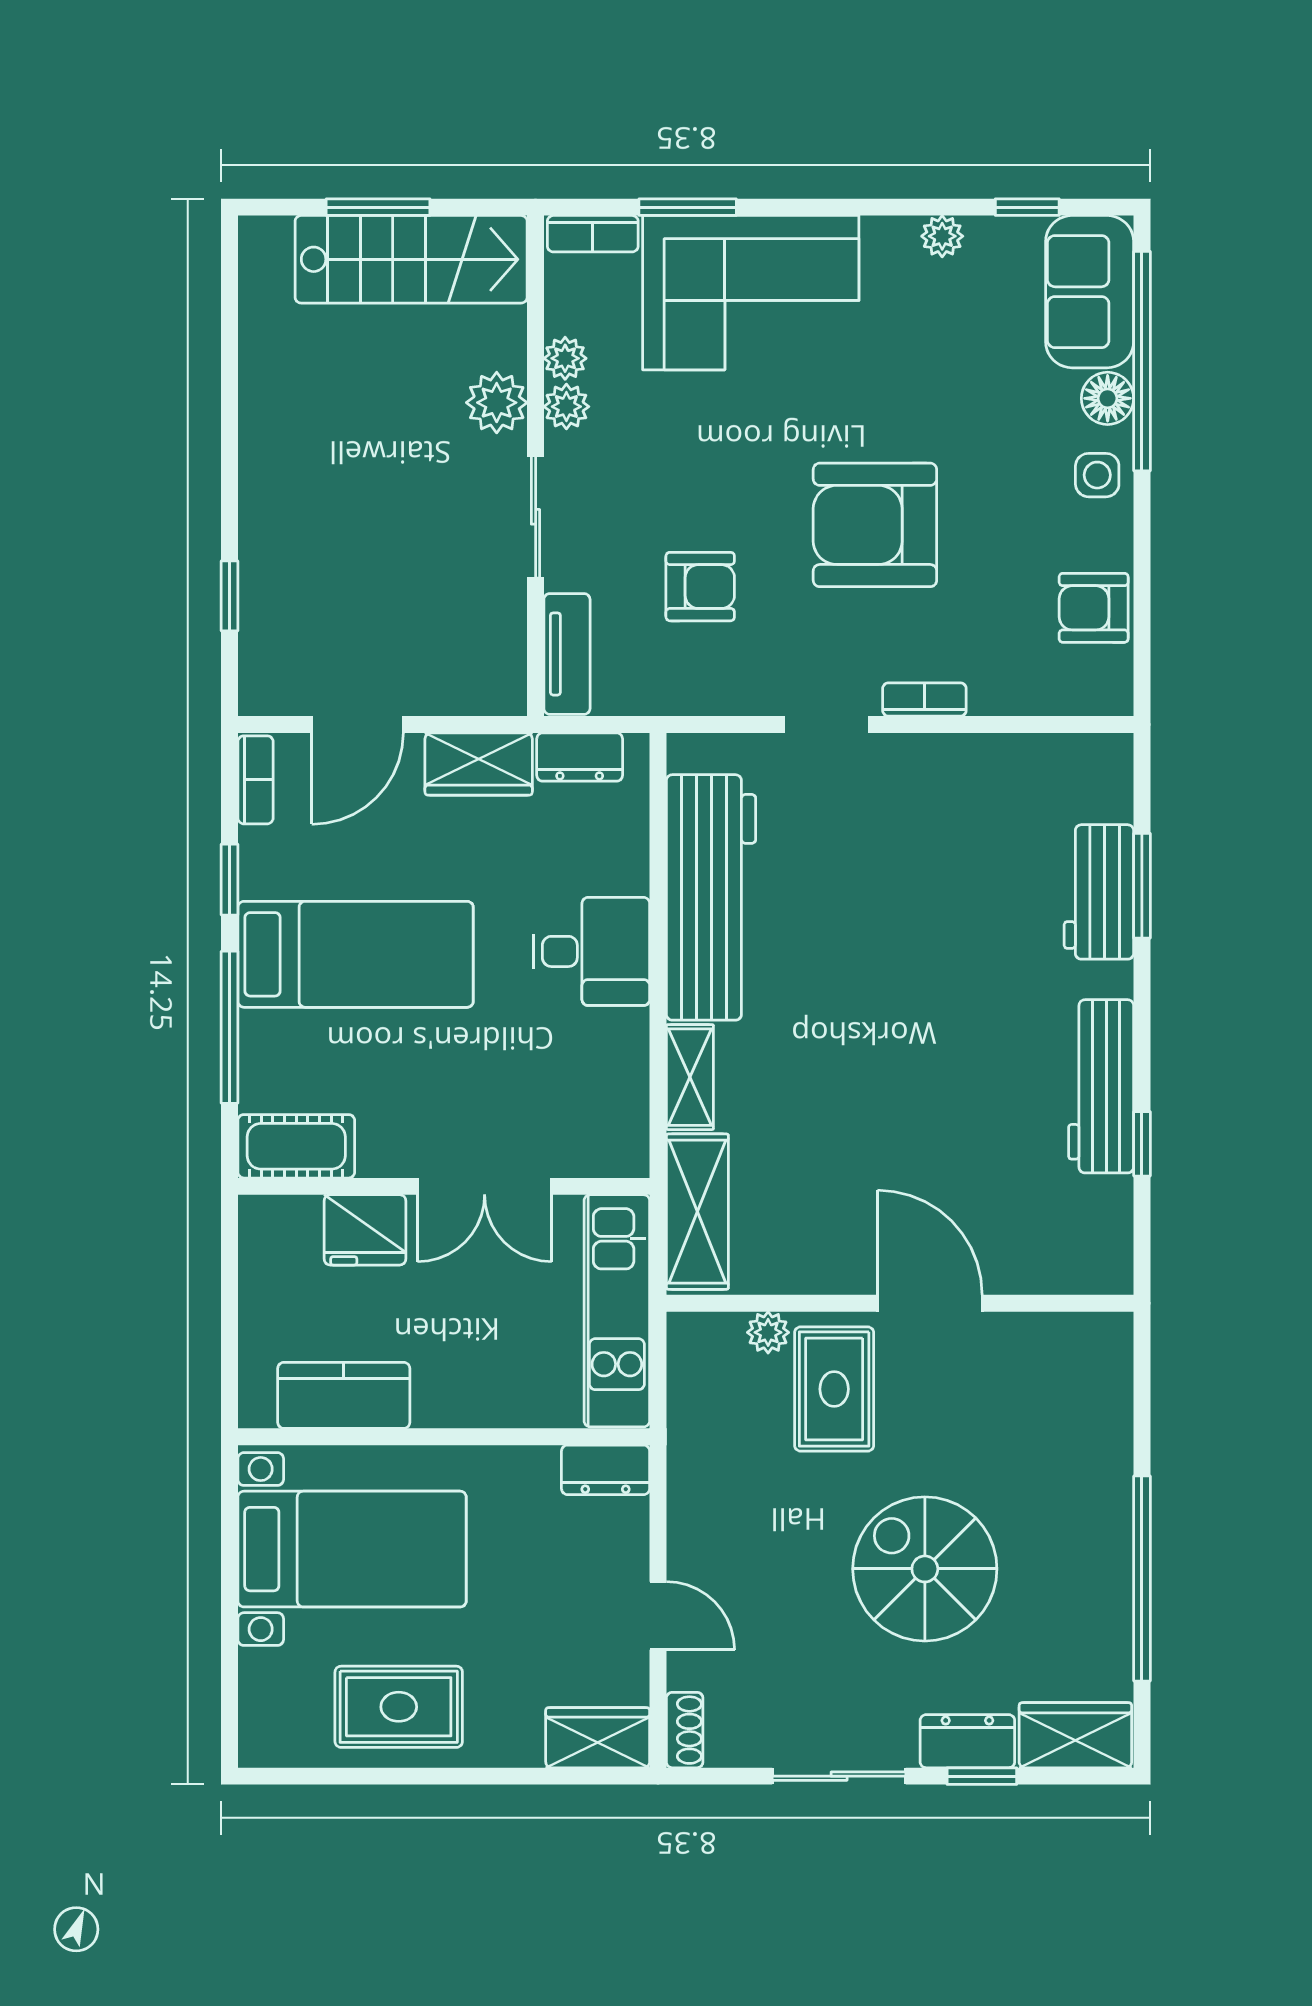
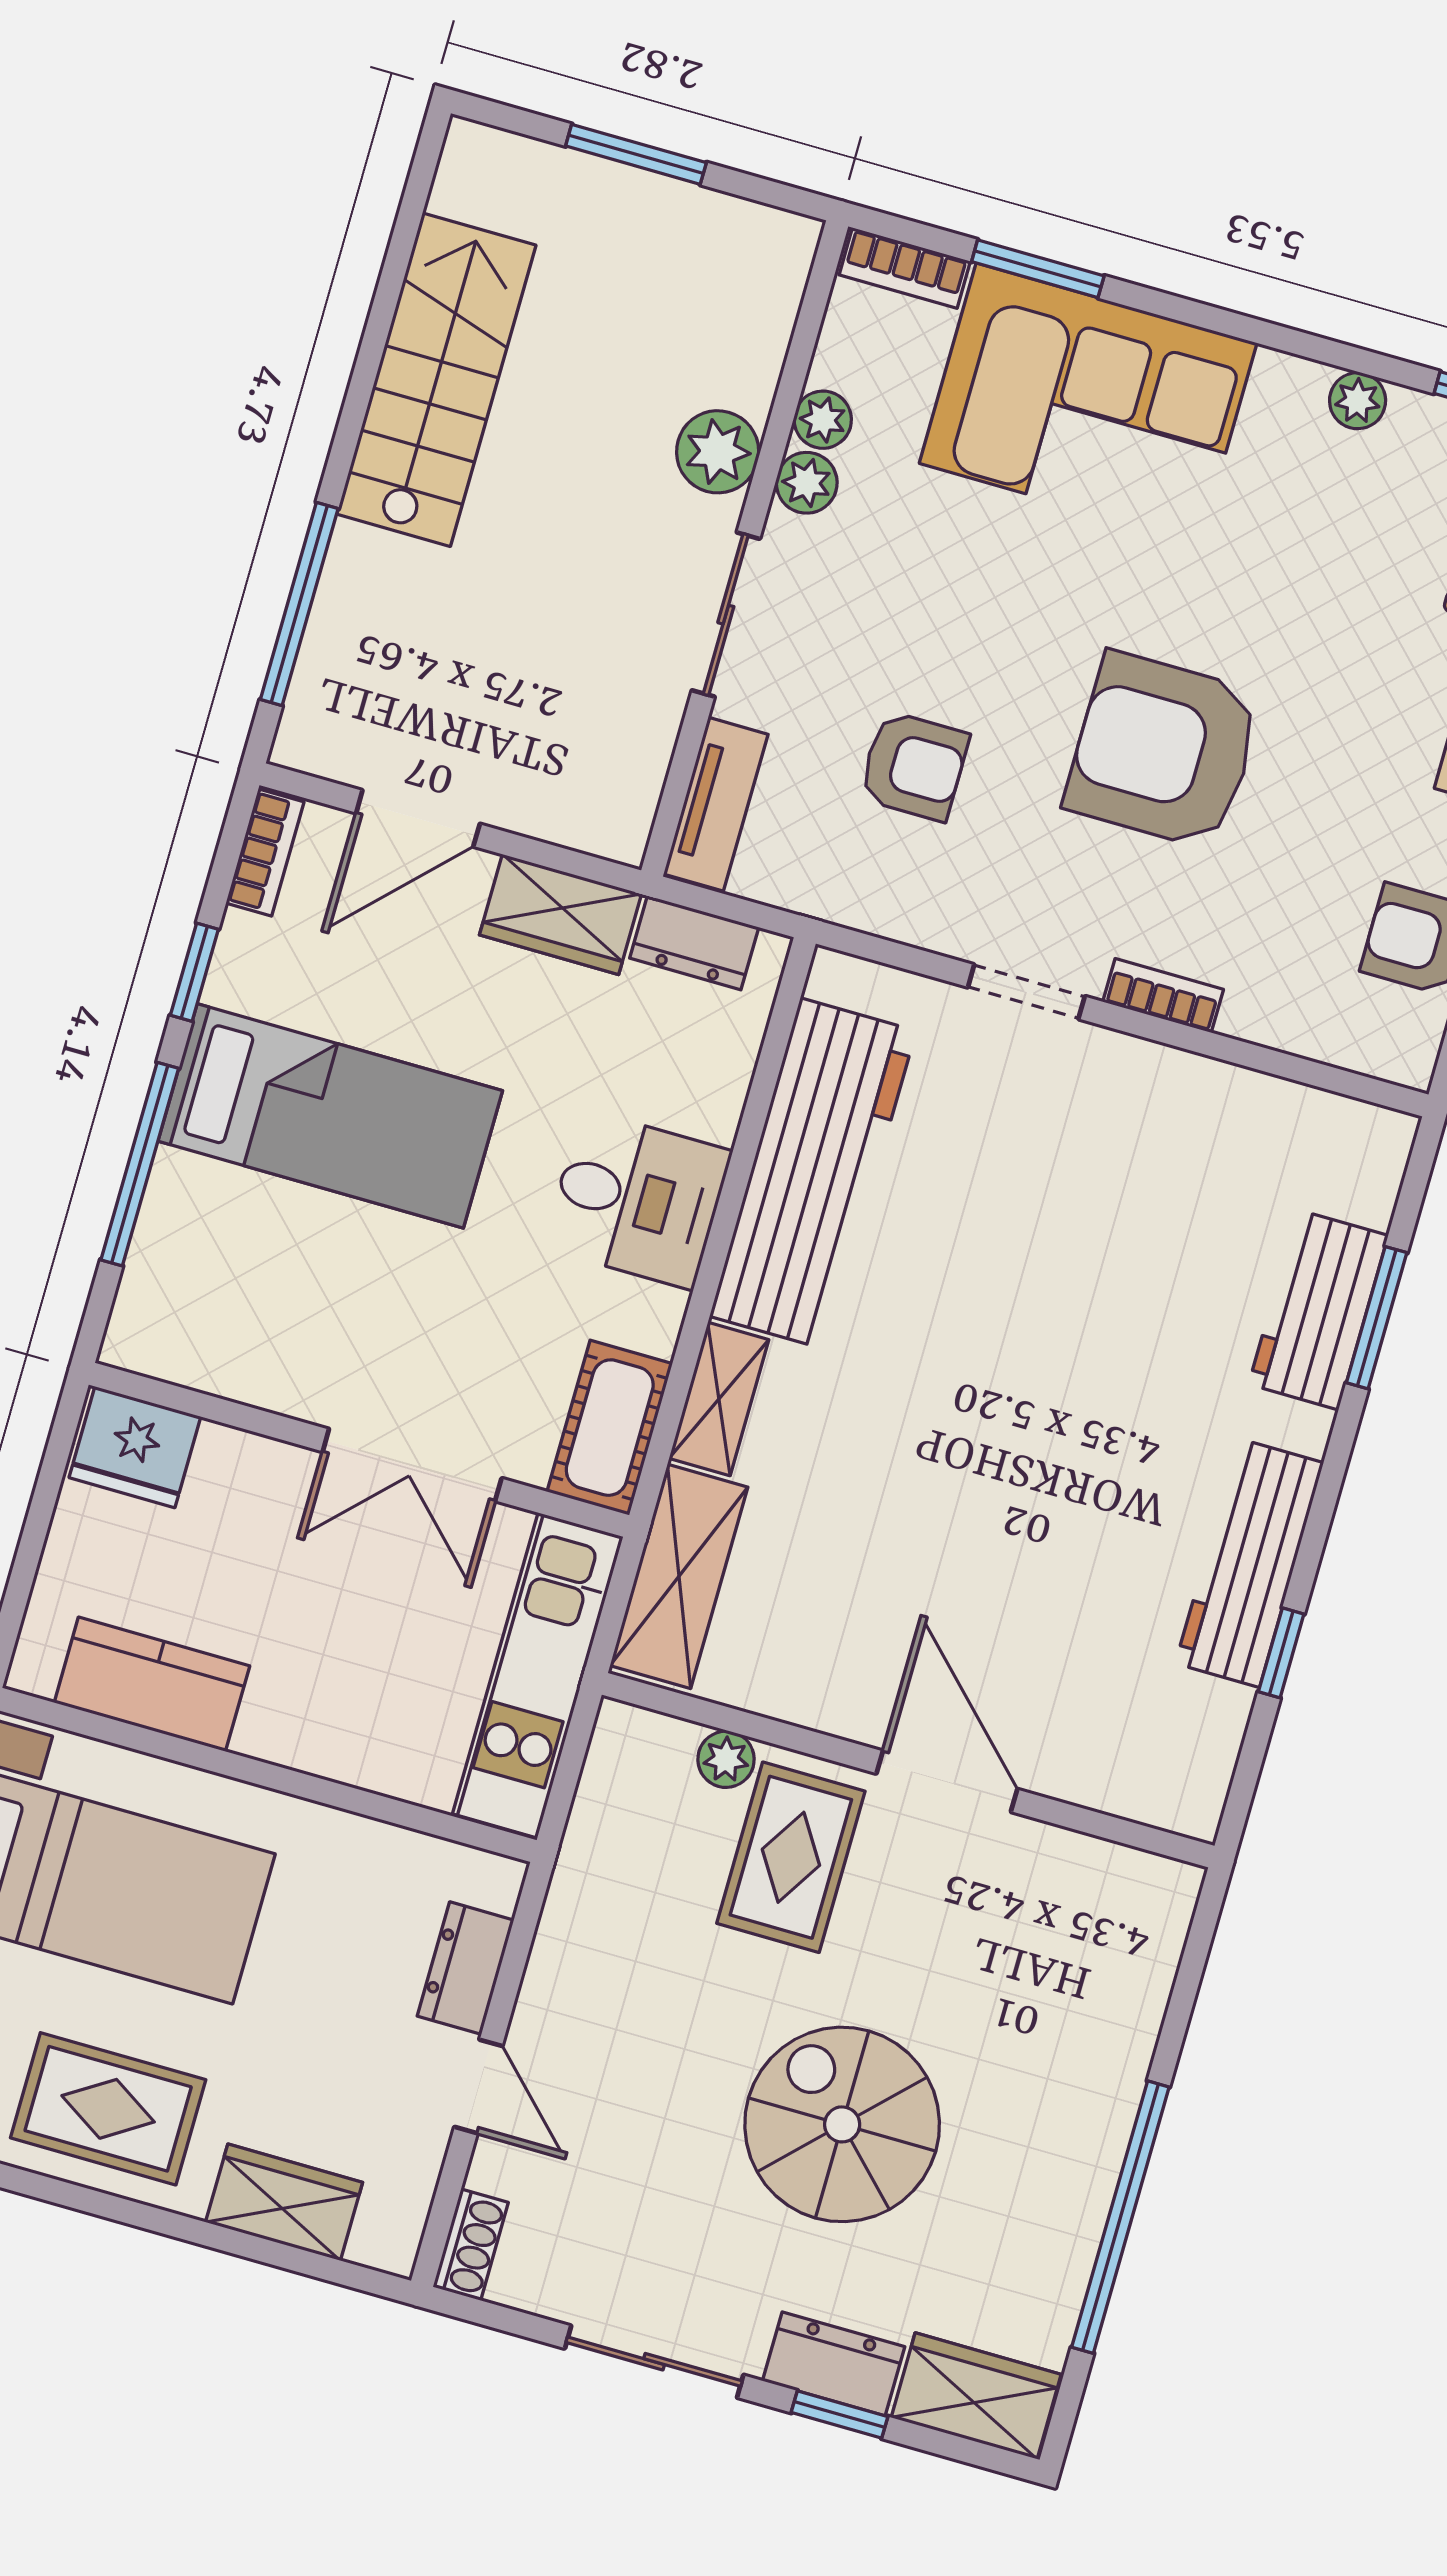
stairs: (411, 259) -> (436, 380), moved, turned -90
window: (230, 596) -> (299, 604), width x2.17
cot: (296, 1146) -> (610, 1428), moved, turned 90
fridge: (365, 1230) -> (135, 1447), moved
dresser: (606, 1470) -> (466, 1968), moved, turned 90
wardrobe: (598, 1738) -> (284, 2202), moved

